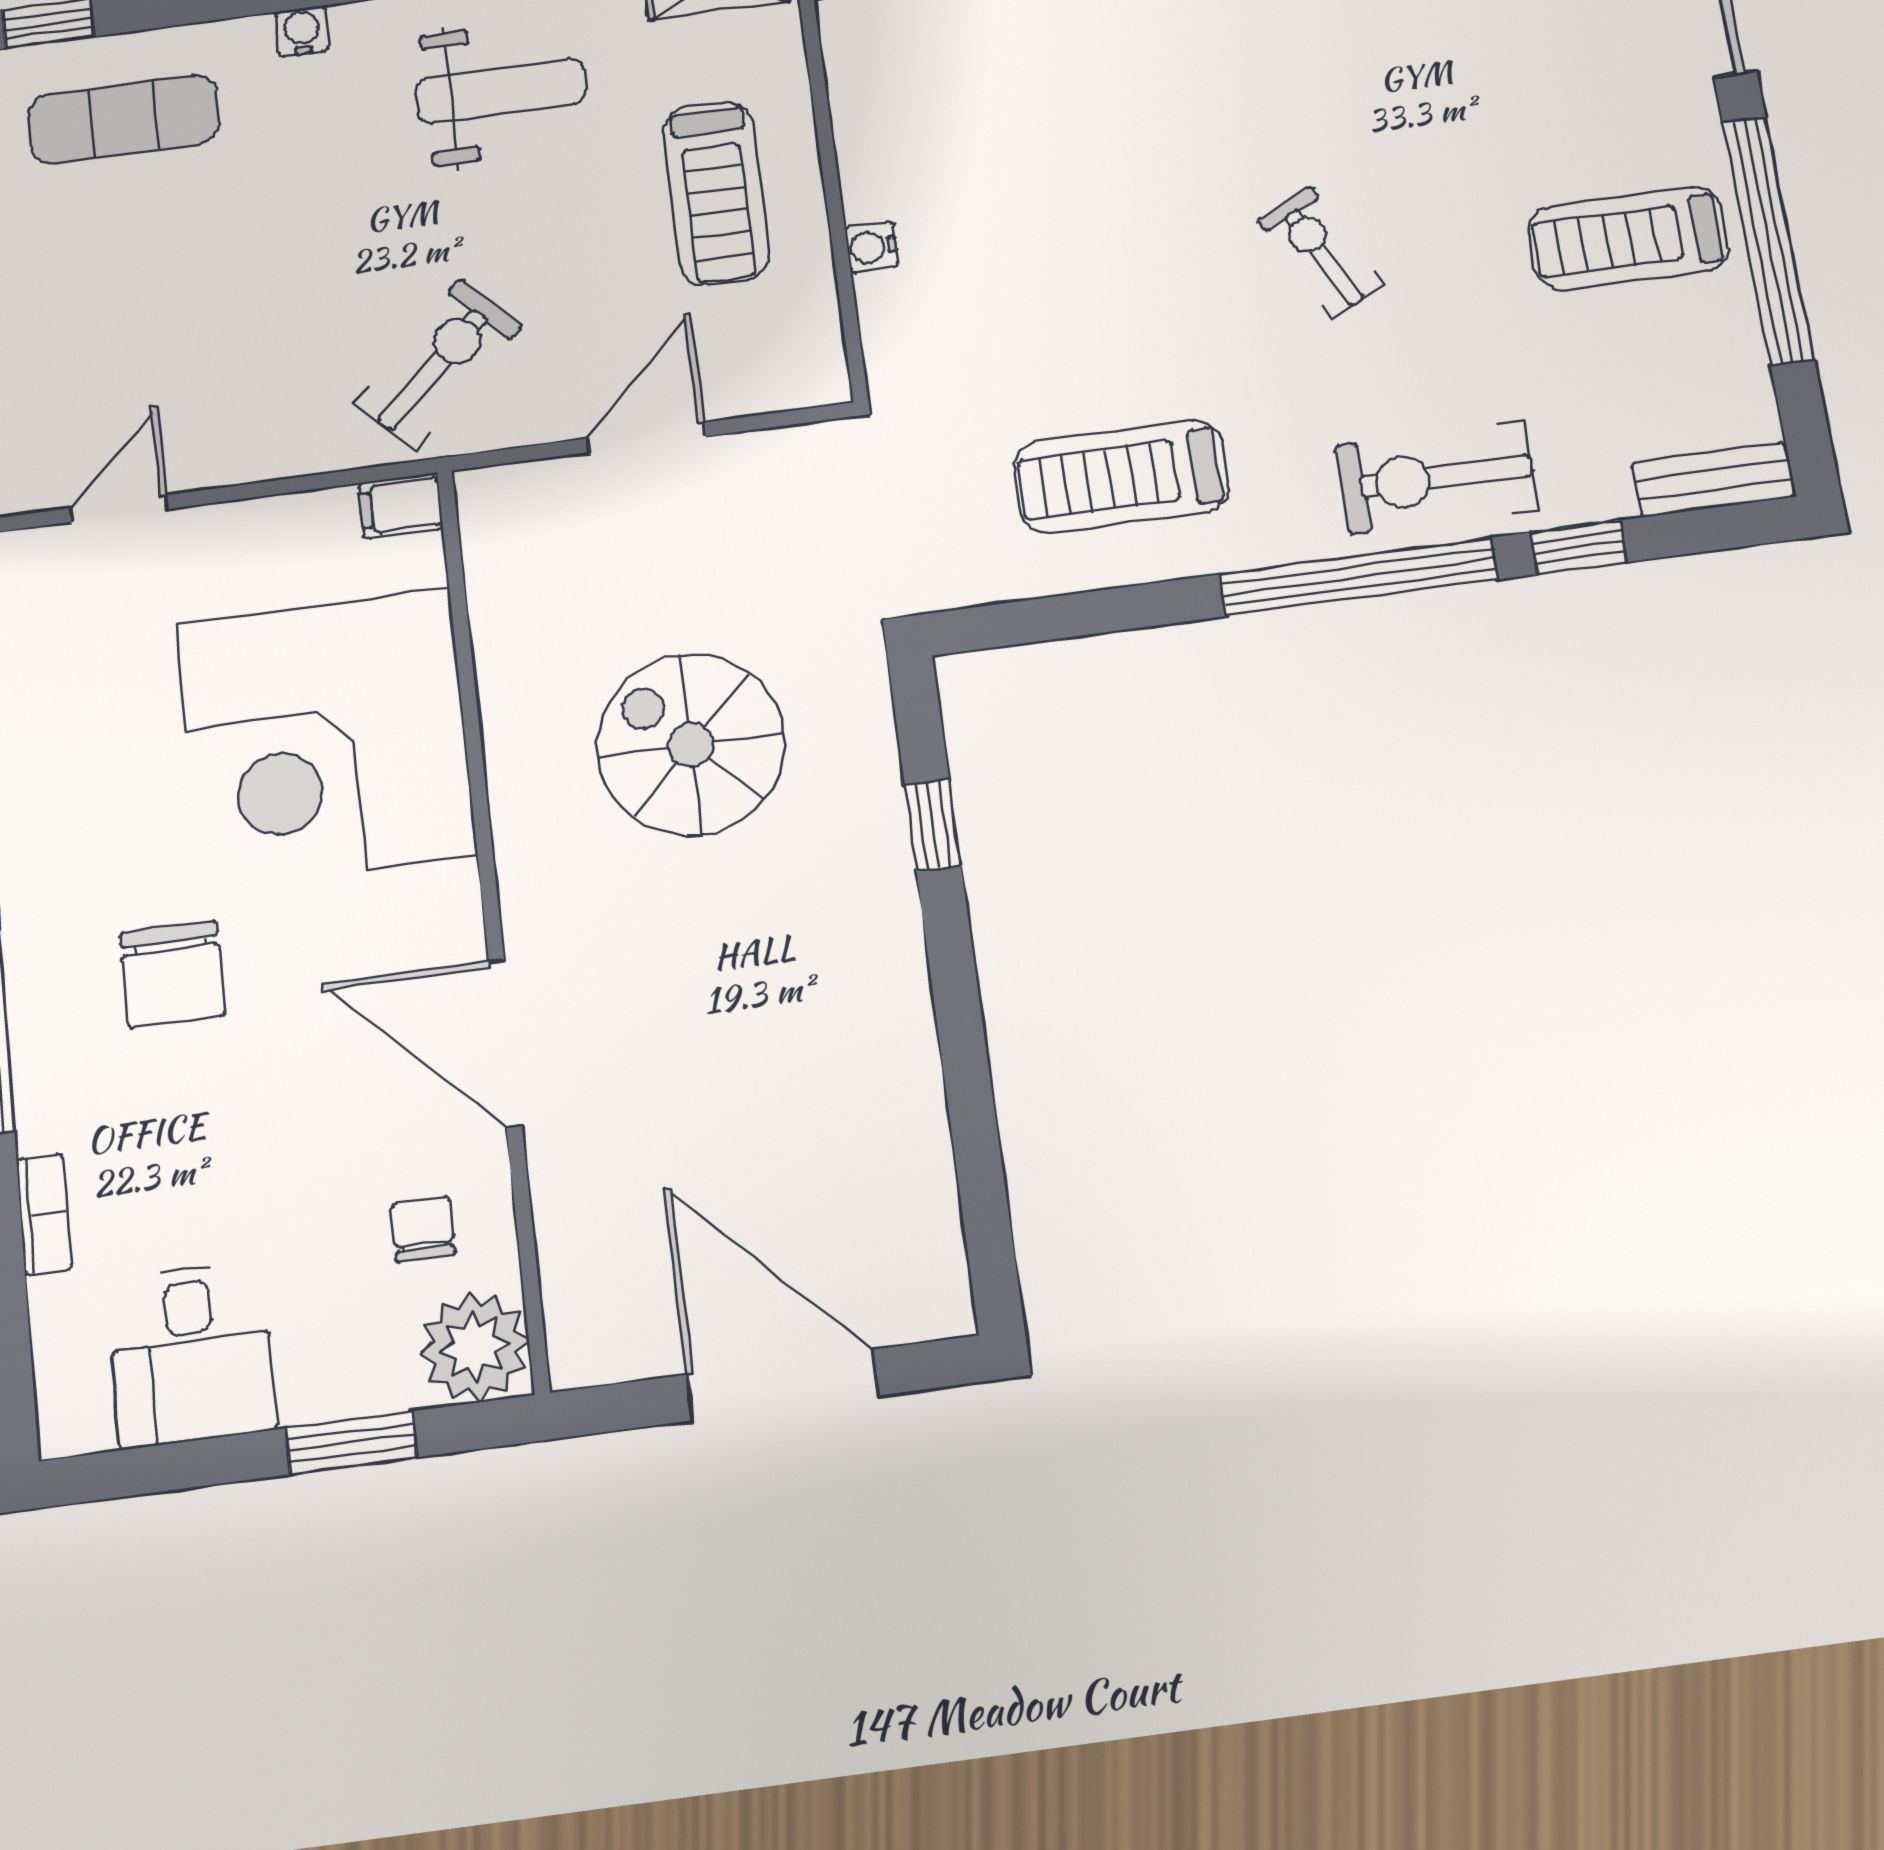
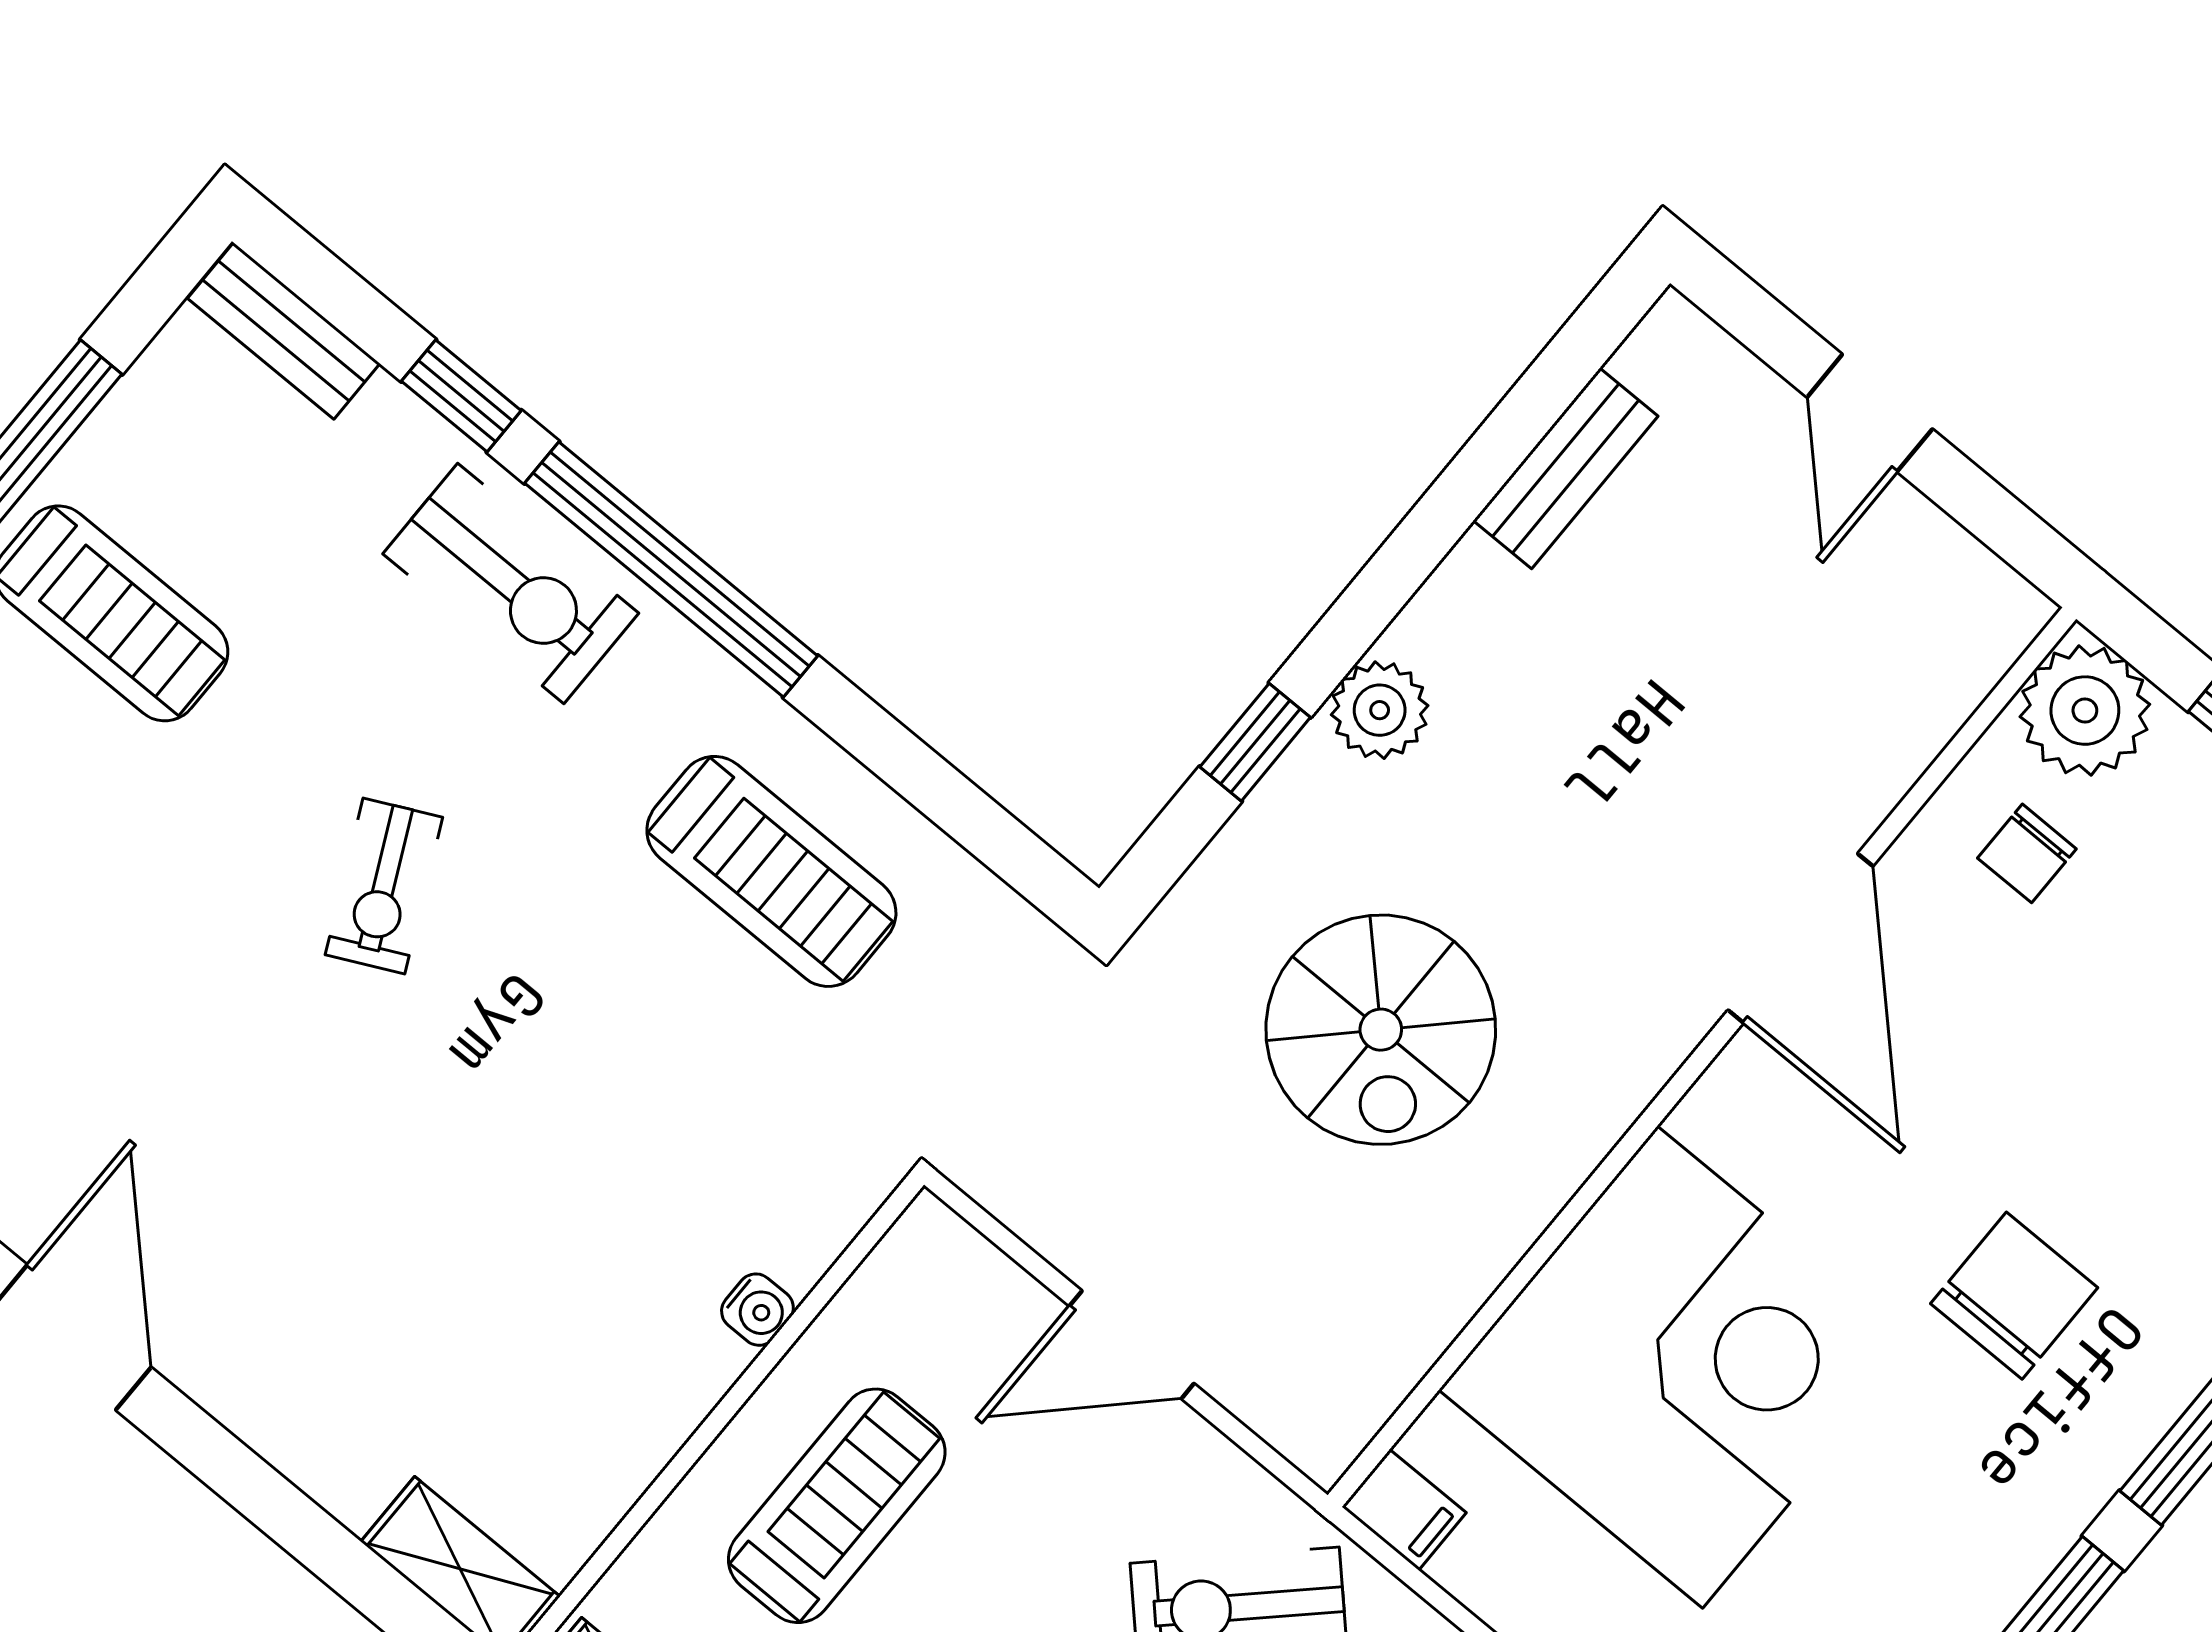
plant: (882, 917) -> (1380, 710), added
bench: (924, 1164) -> (1566, 468), added
door: (782, 1385) -> (1870, 413), width x0.53

